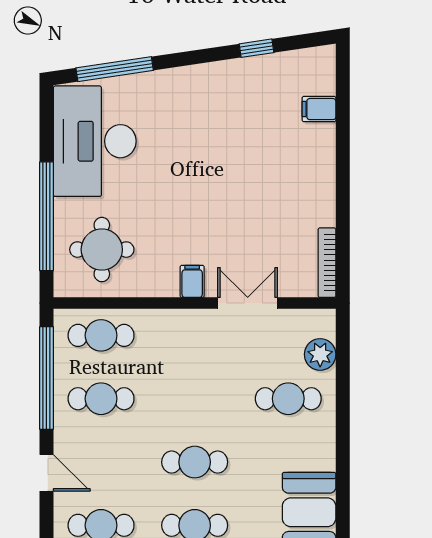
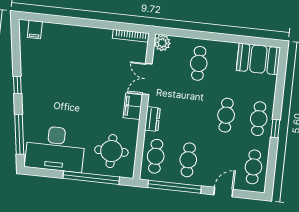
window: (257, 48) -> (17, 85), moved
filing cabinet: (319, 109) -> (35, 30), moved
filing cabinet: (192, 281) -> (133, 106), width x2.00
dresser: (172, 321) -> (152, 119), added
plant: (320, 354) -> (162, 43), moved

